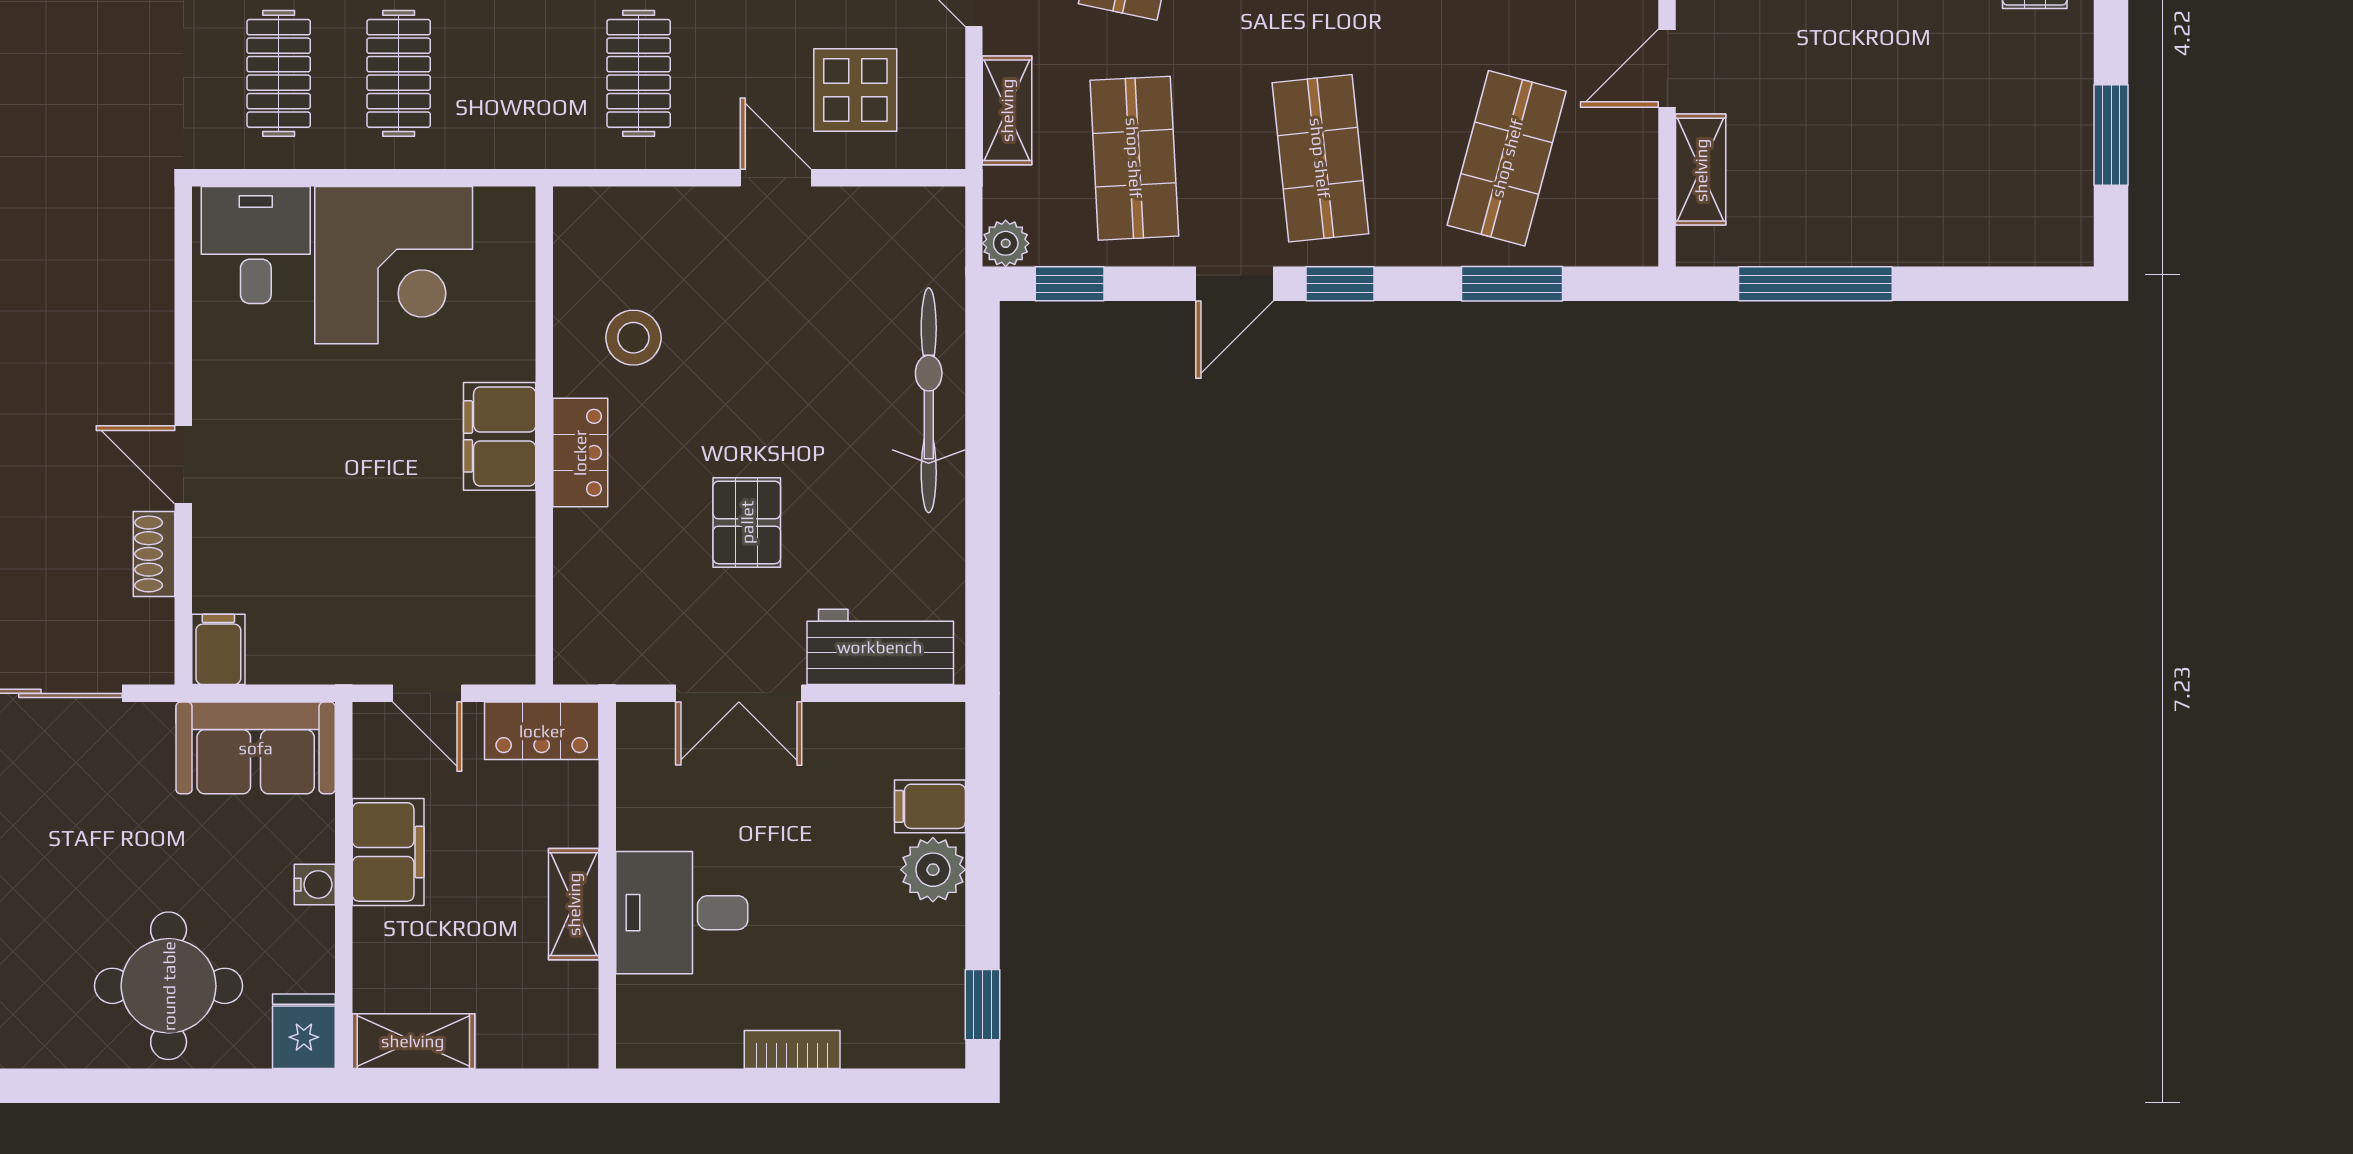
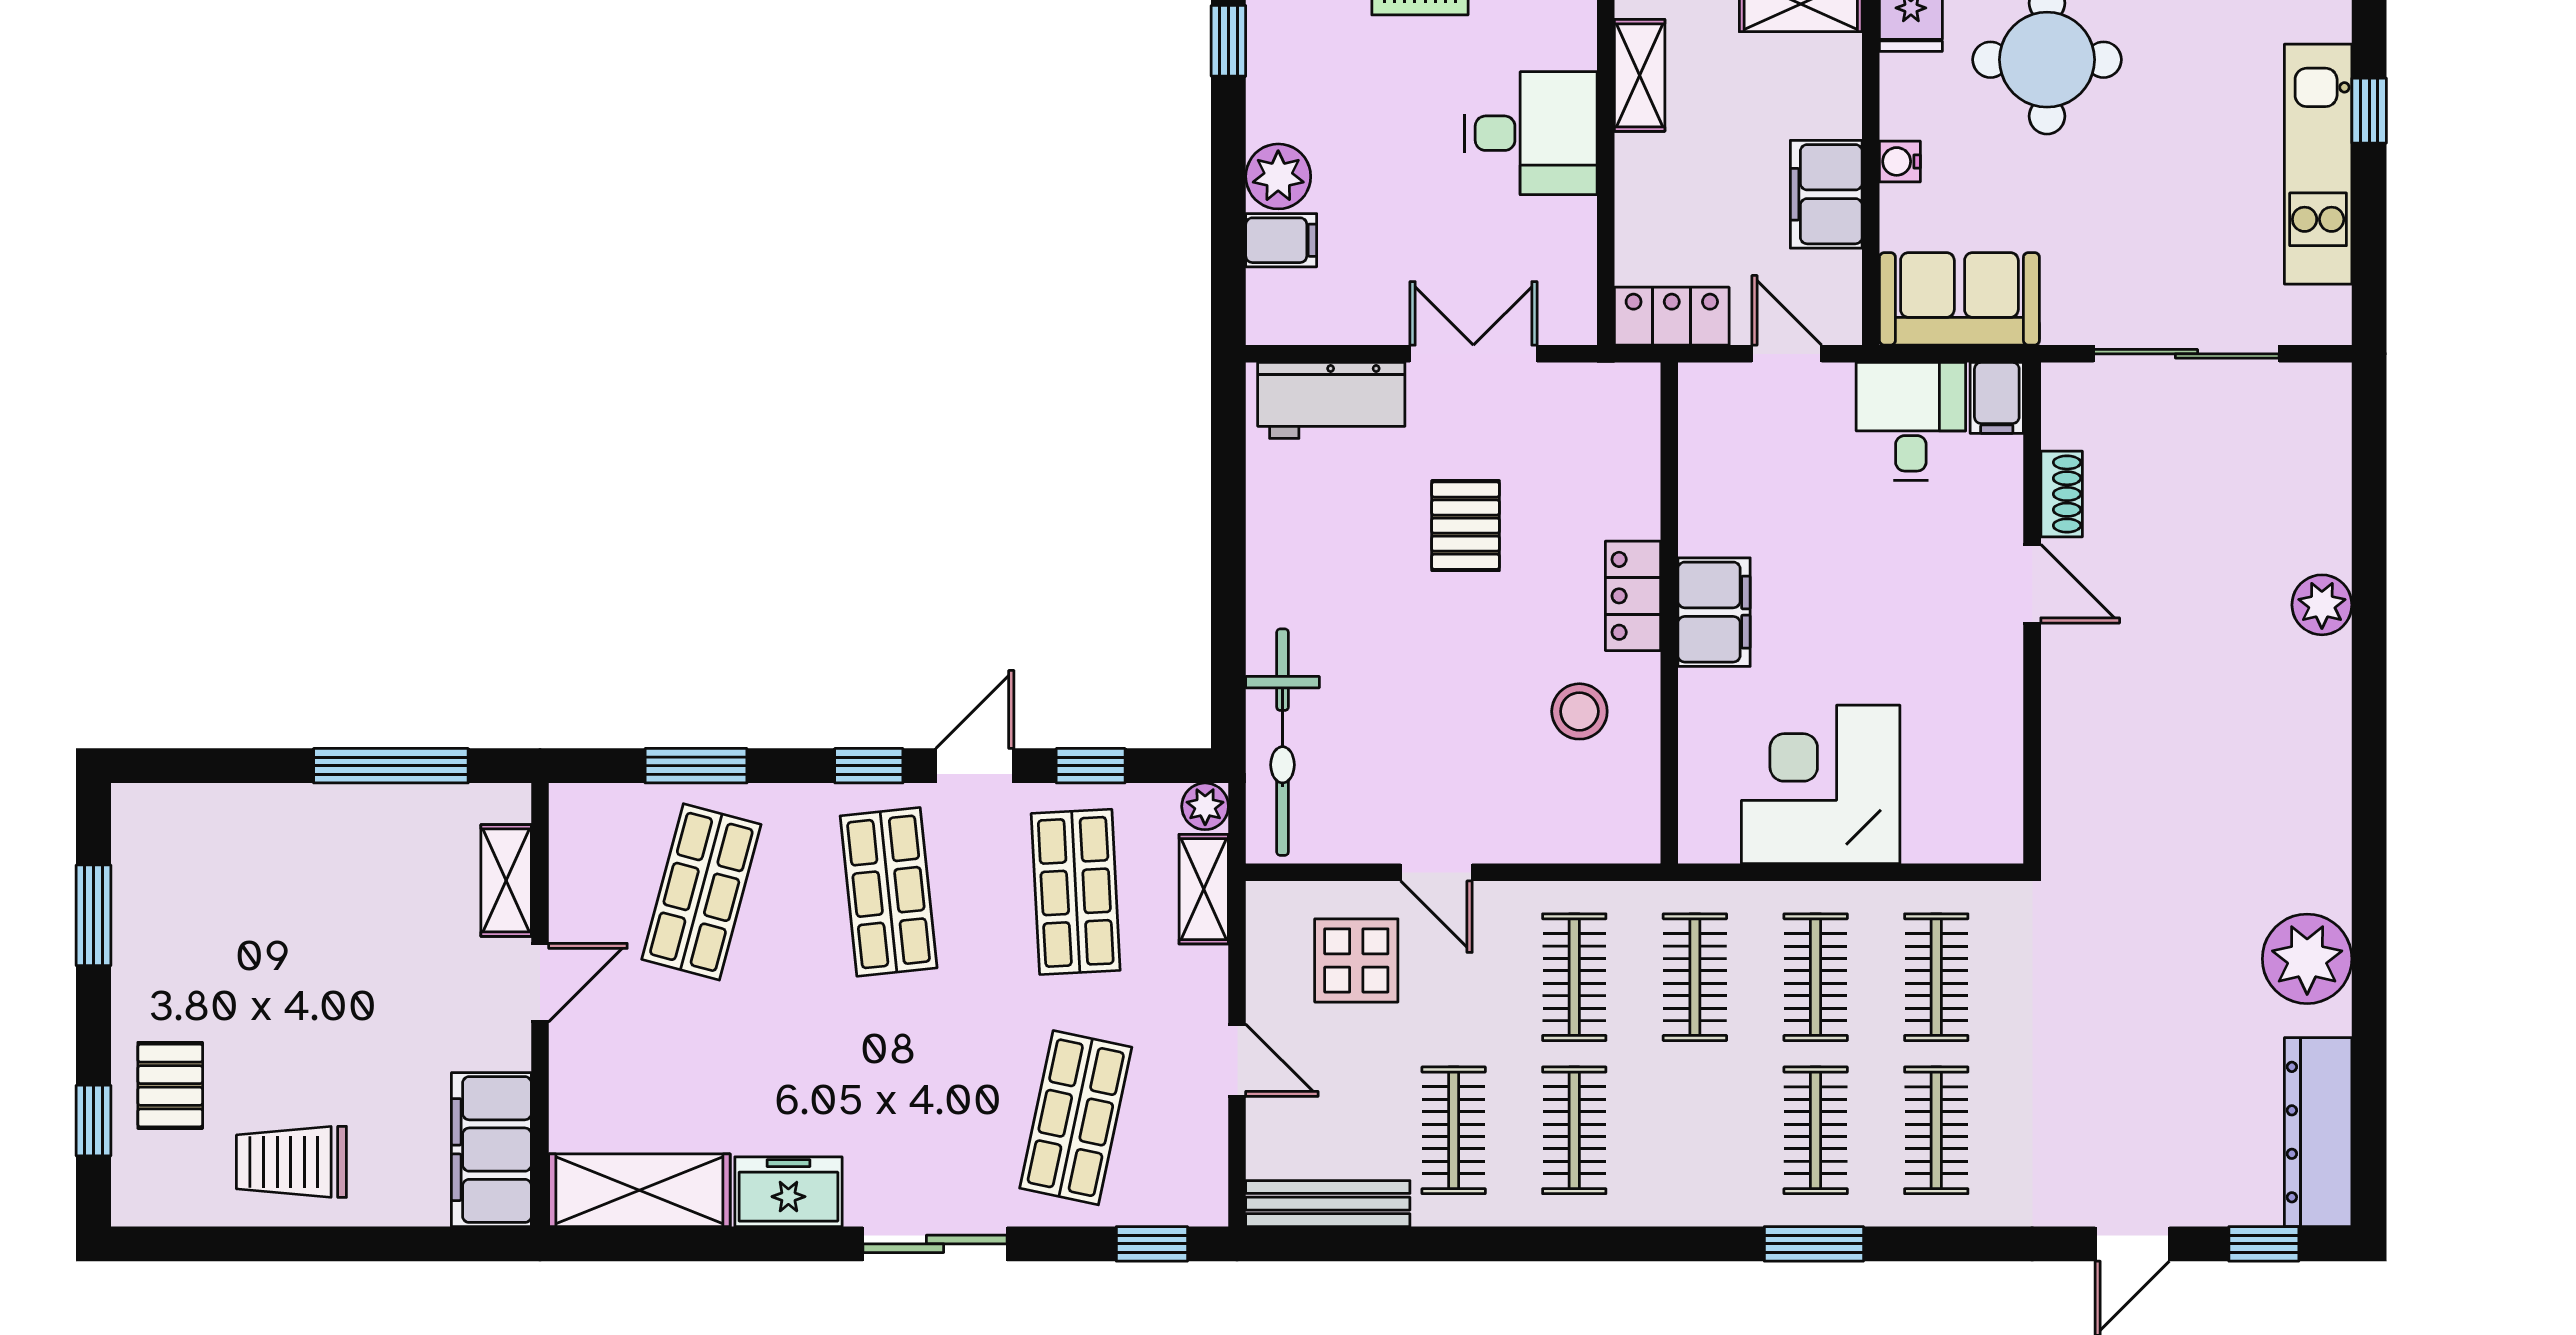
clothes rail: (519, 73) -> (1695, 977), added
shelving: (1007, 110) -> (1204, 889), moved
desk: (256, 245) -> (1911, 421), moved, turned 180
window: (1070, 284) -> (1091, 766), moved
bicycle: (929, 400) -> (1283, 742), moved
shelving: (574, 904) -> (1640, 75), moved

